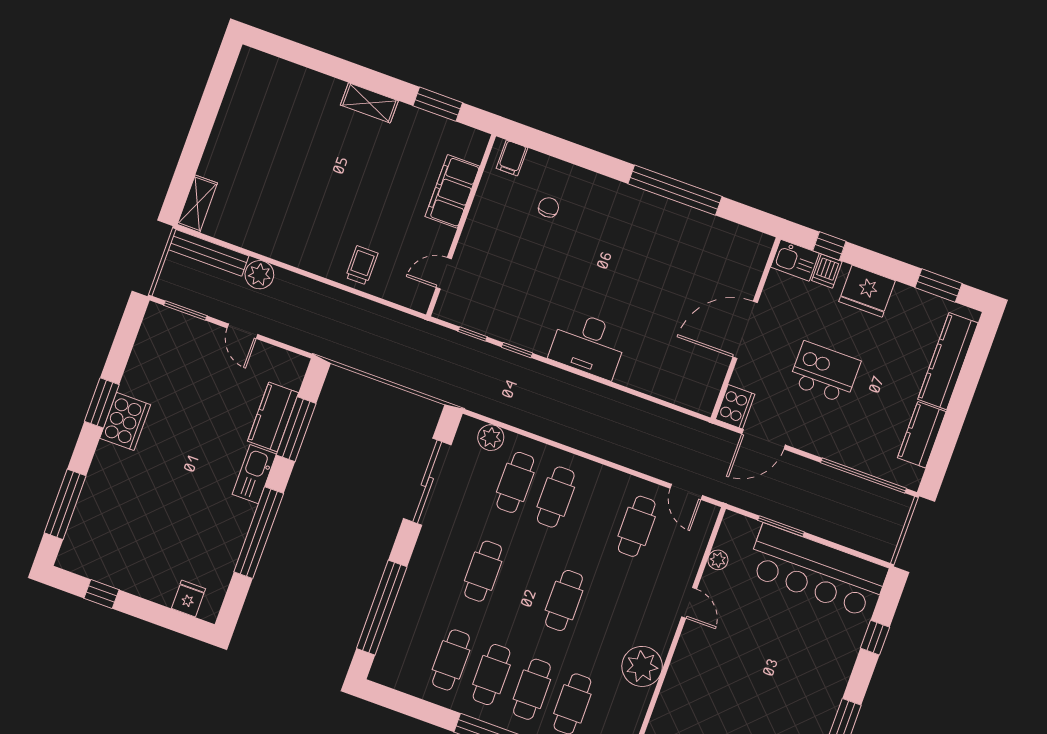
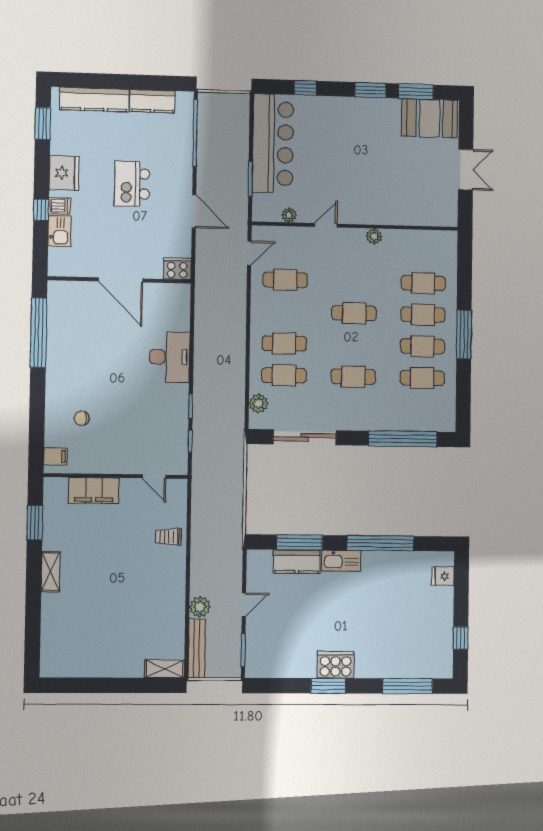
wall: (746, 328) -> (119, 280), moved
door: (745, 330) -> (121, 280), moved
cooker: (735, 407) -> (177, 269), moved
plant: (642, 666) -> (374, 236), width x0.53, depth x0.53

